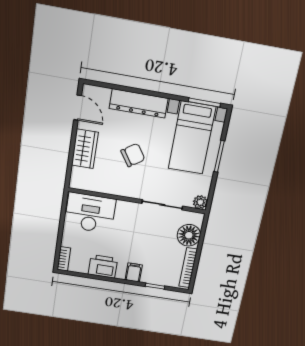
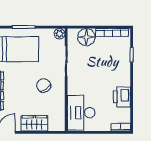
chair: (133, 155) -> (44, 85), moved
filing cabinet: (134, 272) -> (123, 73), removed

